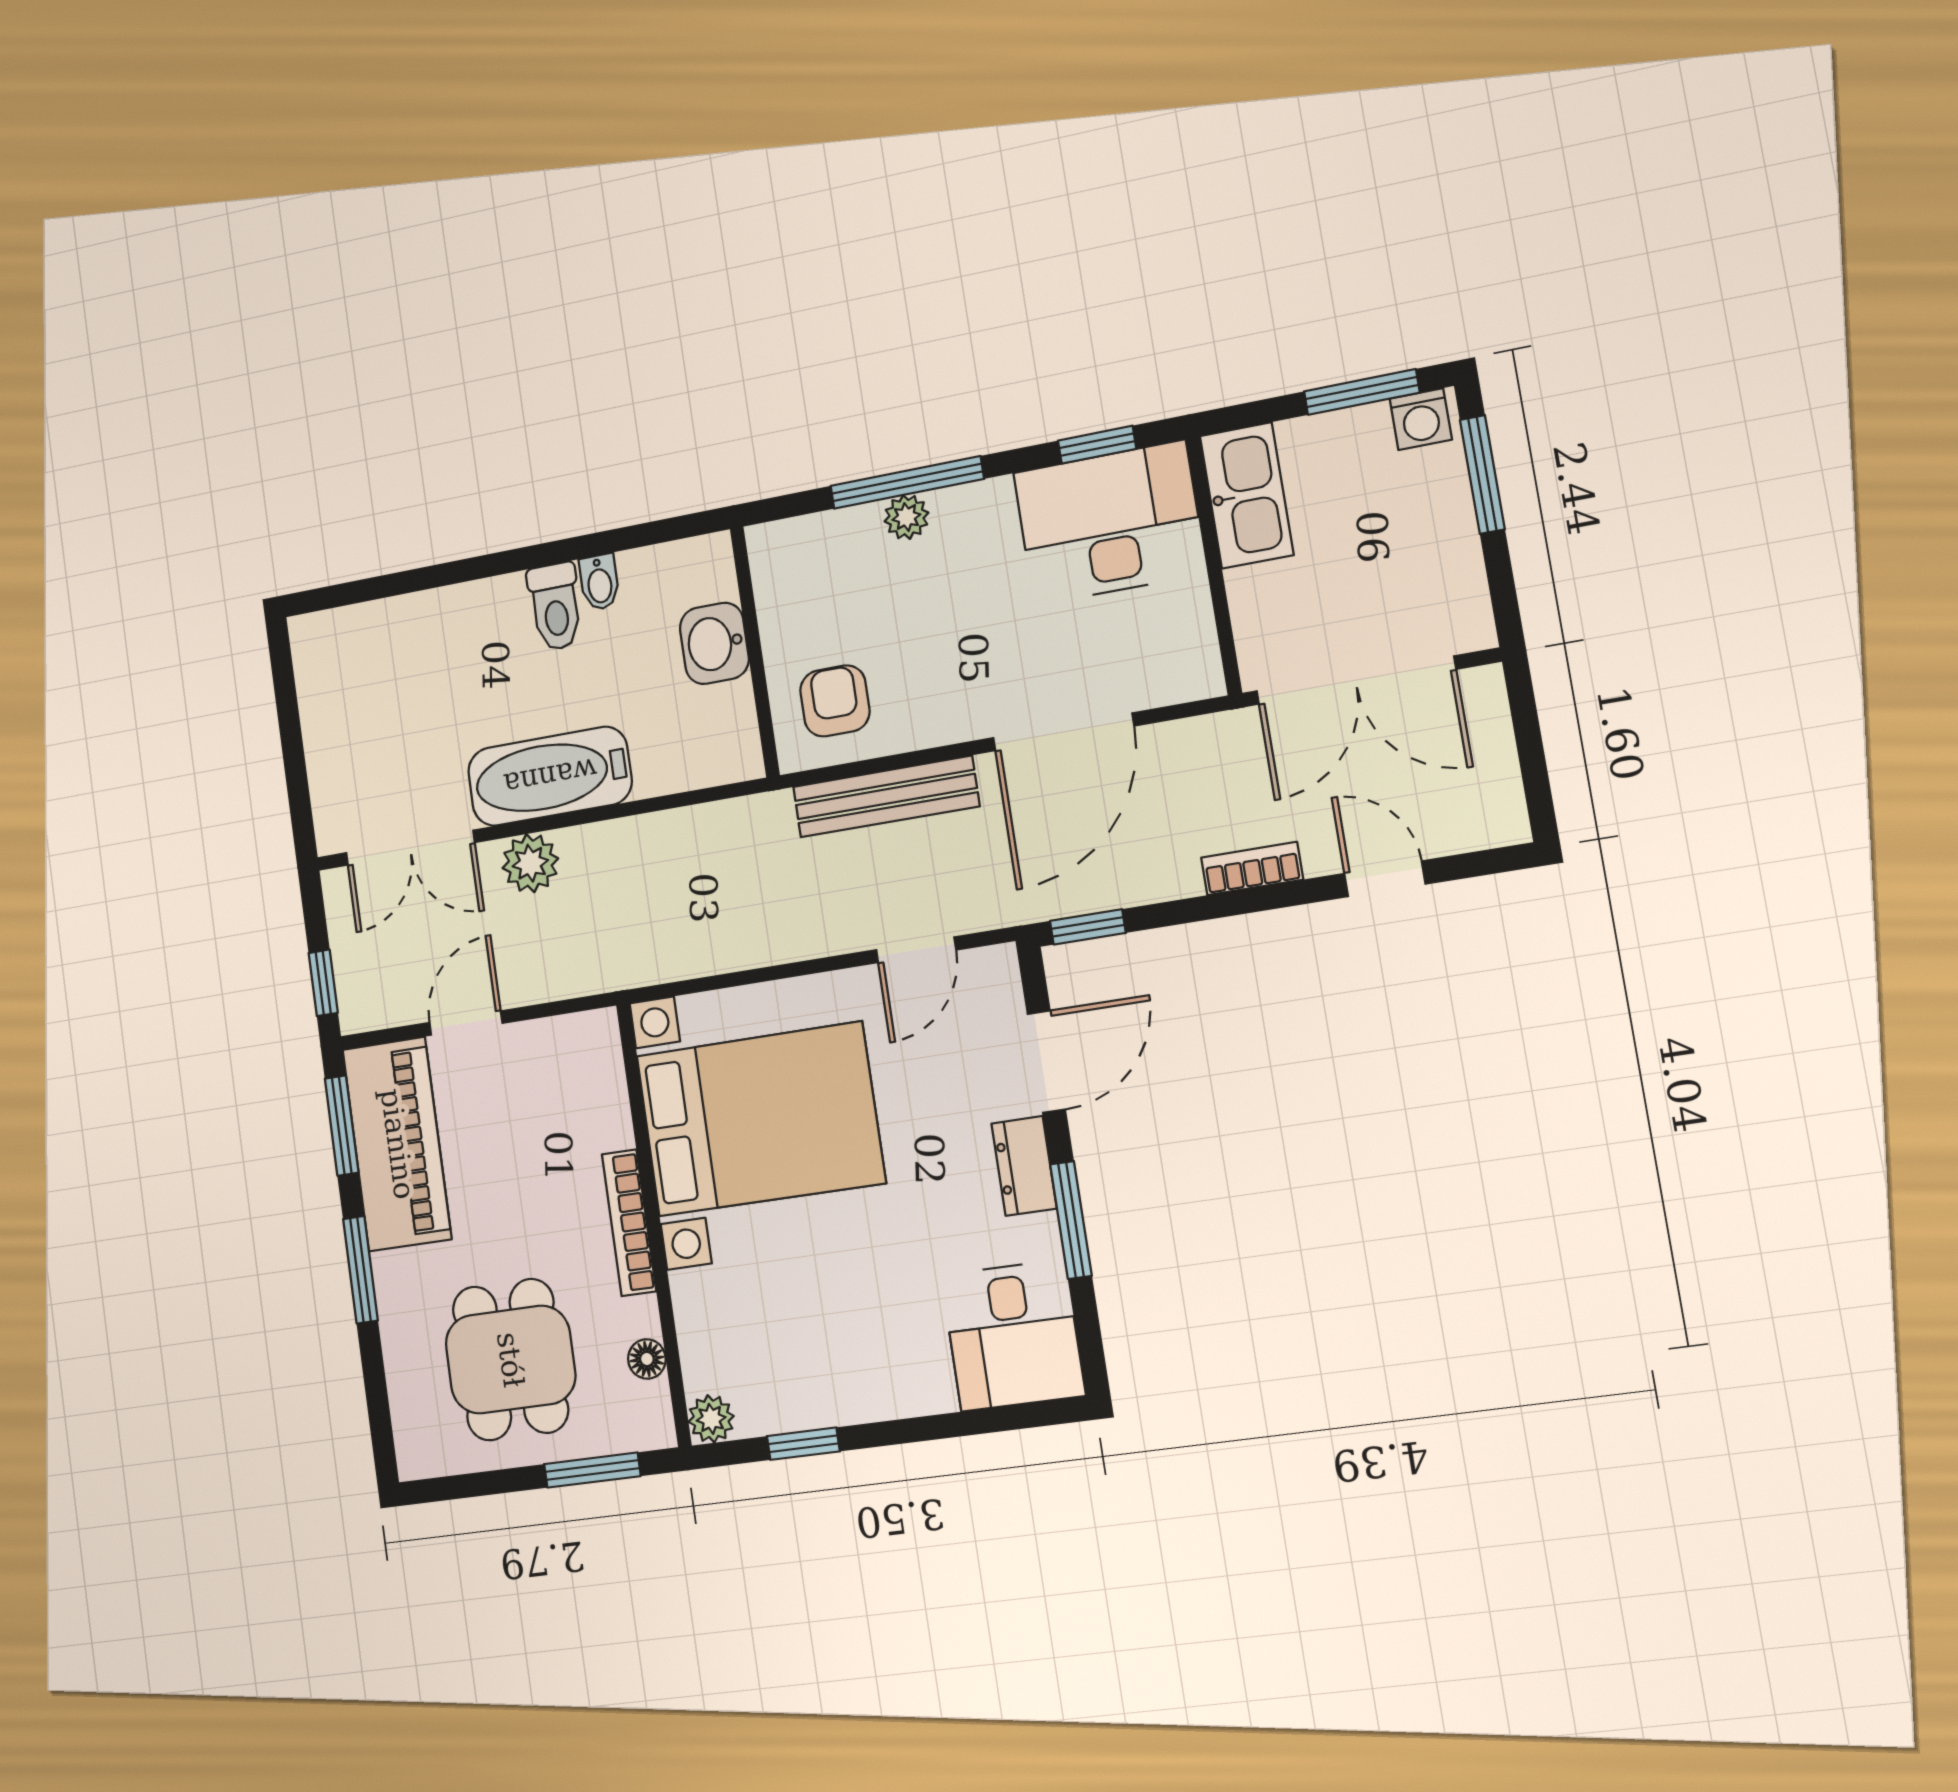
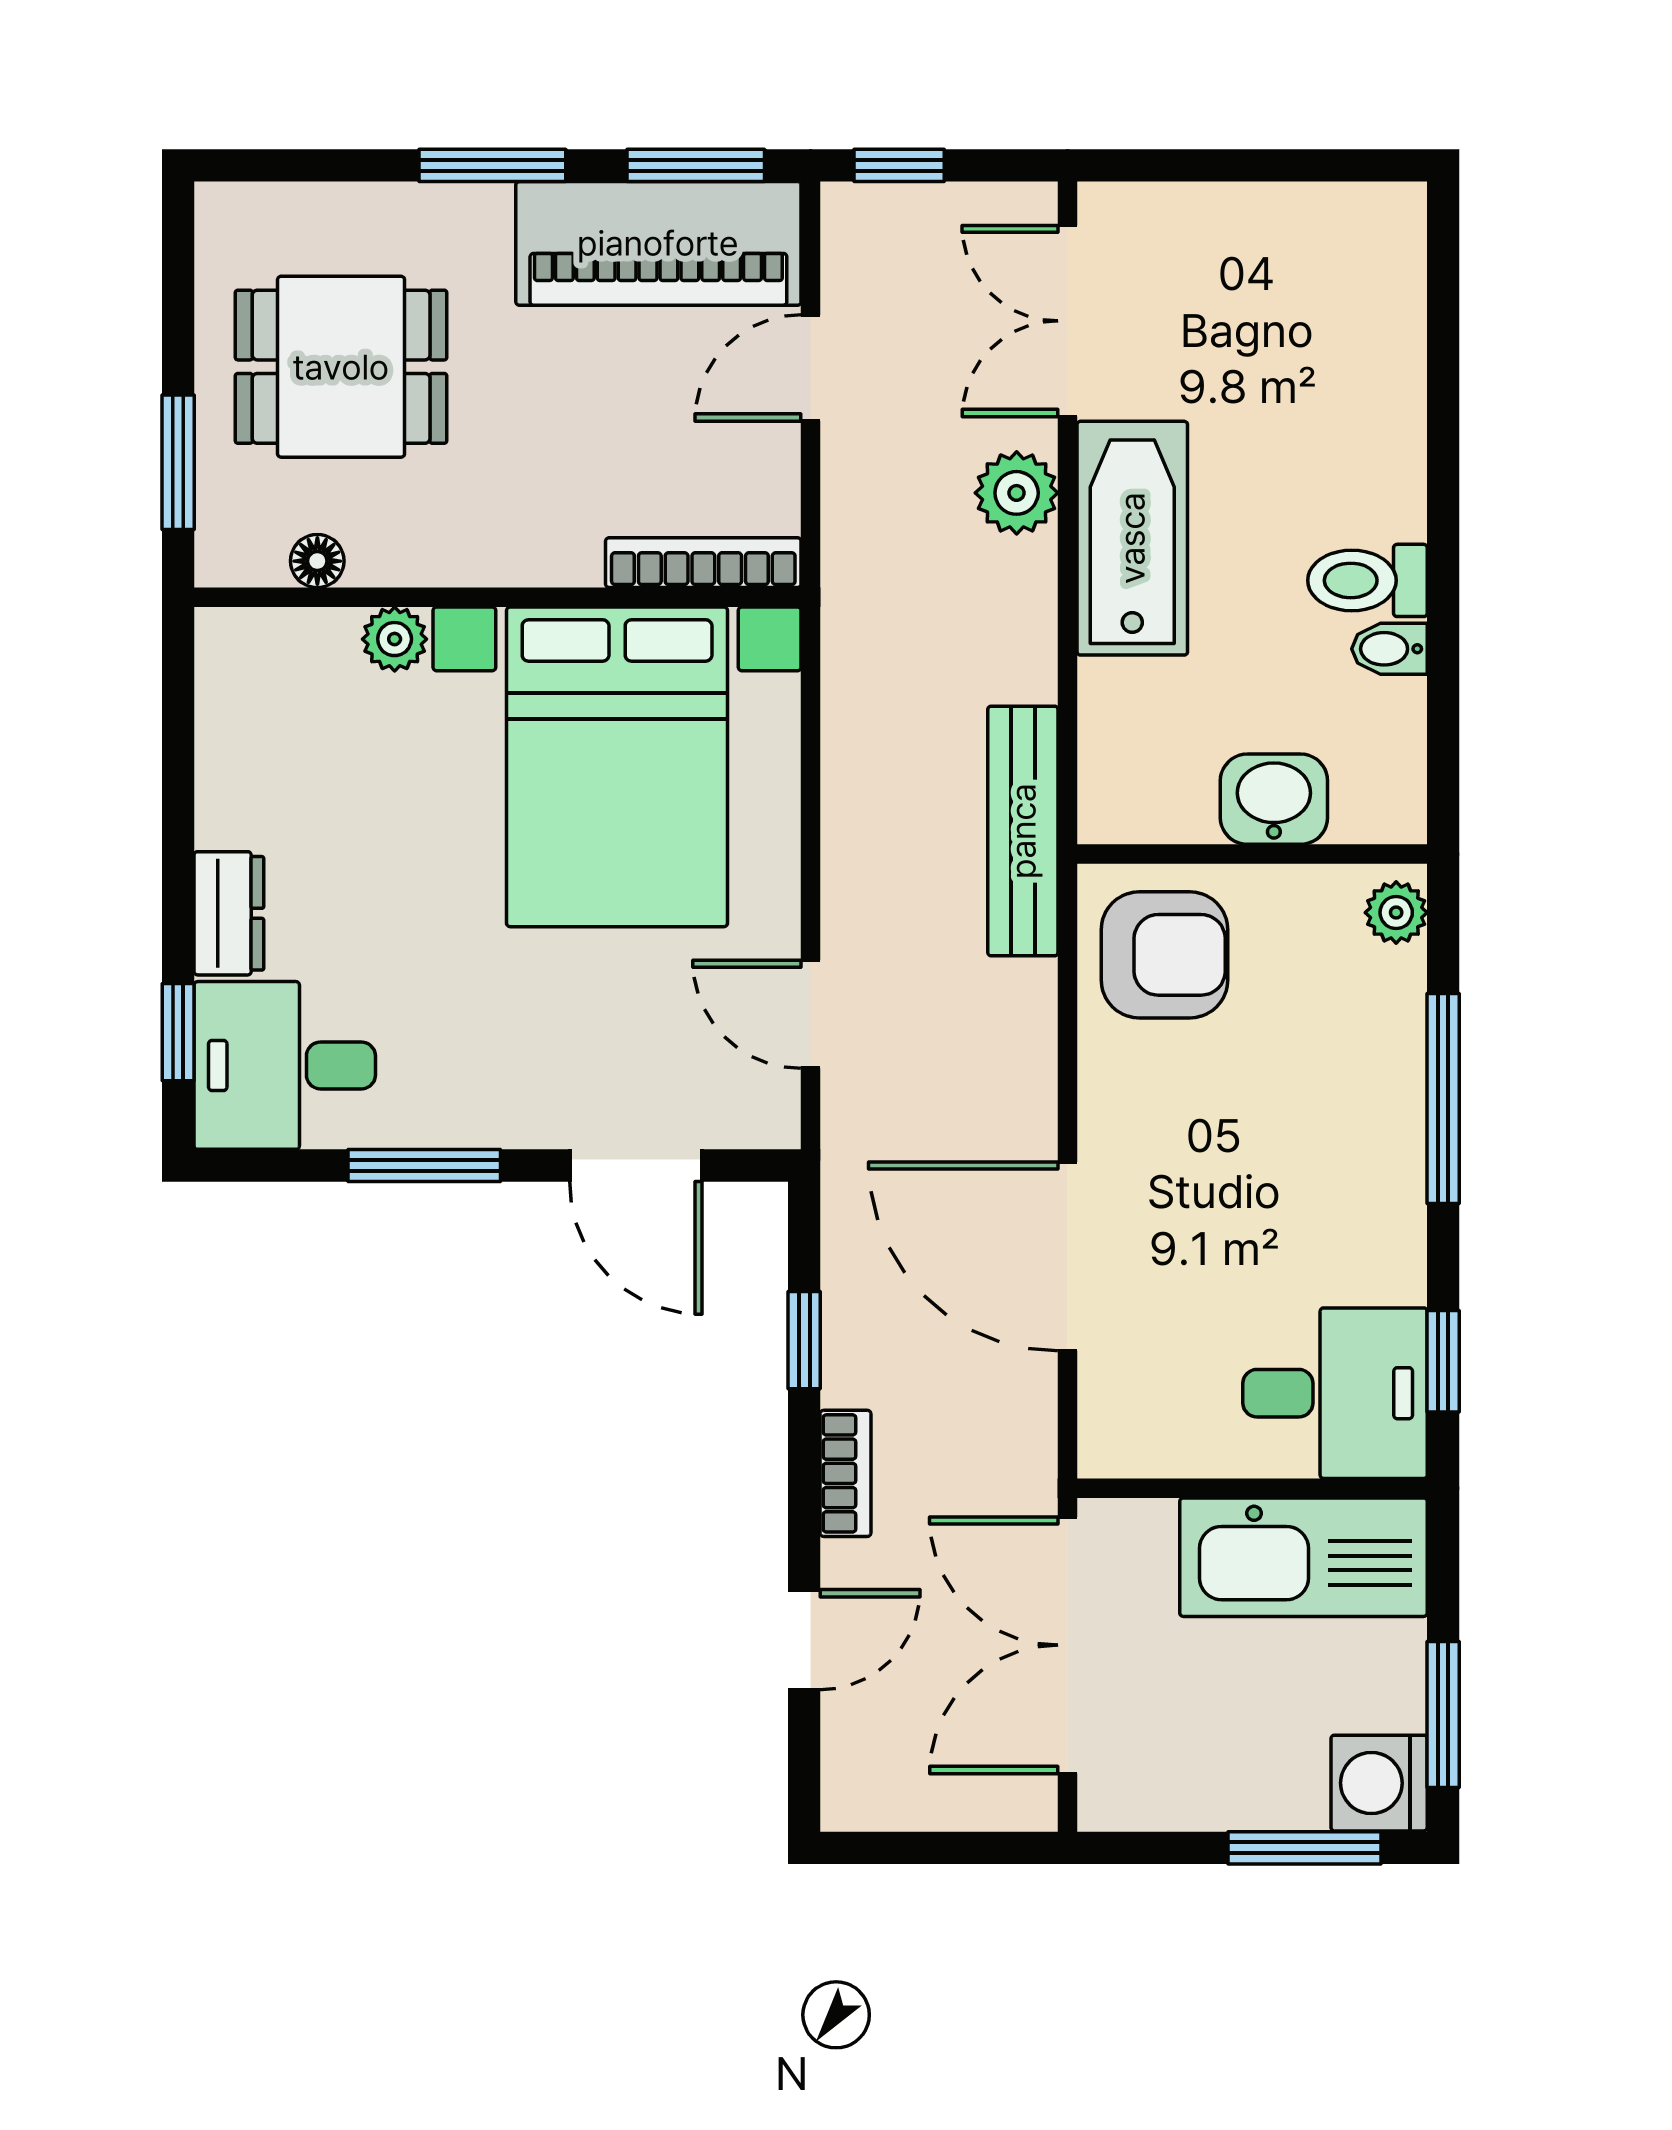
washing machine: (1421, 419) -> (1379, 1783), width x1.38, depth x1.38
kitchen sink: (1247, 495) -> (1303, 1557), width x1.36, depth x1.24
plant: (906, 517) -> (1396, 913), moved
desk: (1110, 523) -> (1335, 1393), width x0.73
armchair: (835, 701) -> (1164, 955), width x1.38, depth x1.38
bench: (886, 797) -> (1023, 831), moved
window: (1088, 927) -> (804, 1340), moved
door: (466, 1023) -> (811, 368), swing flipped
dresser: (1024, 1166) -> (229, 913), moved, turned 90
bookcase: (629, 1223) -> (703, 563), moved
plant: (711, 1419) -> (395, 639), moved
window: (803, 1444) -> (178, 1032), moved

